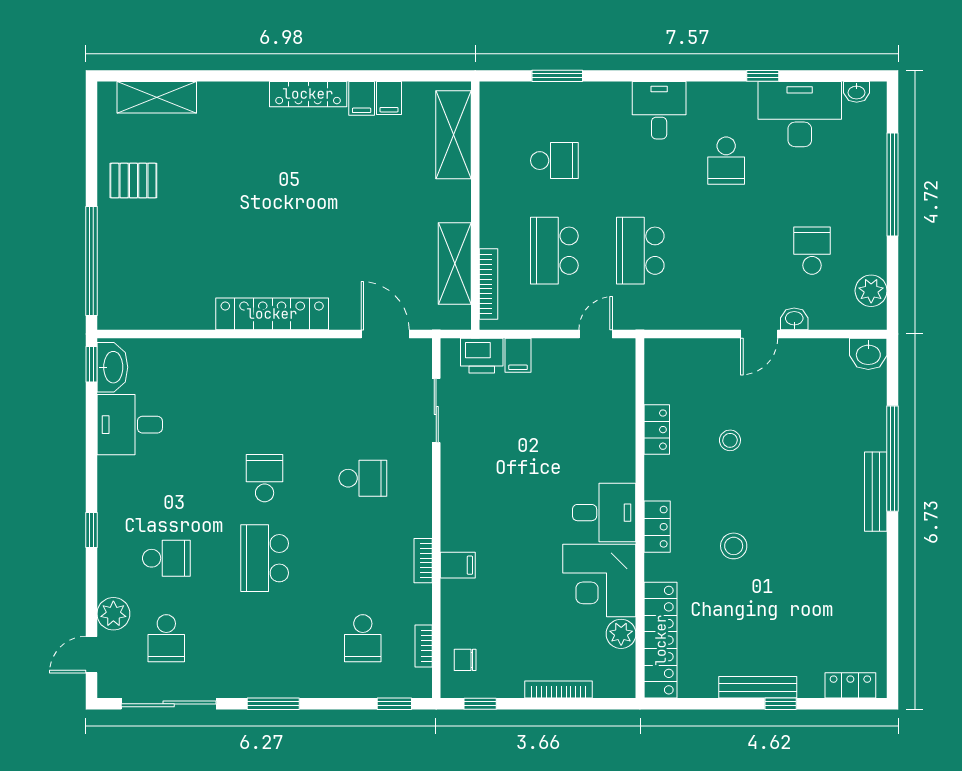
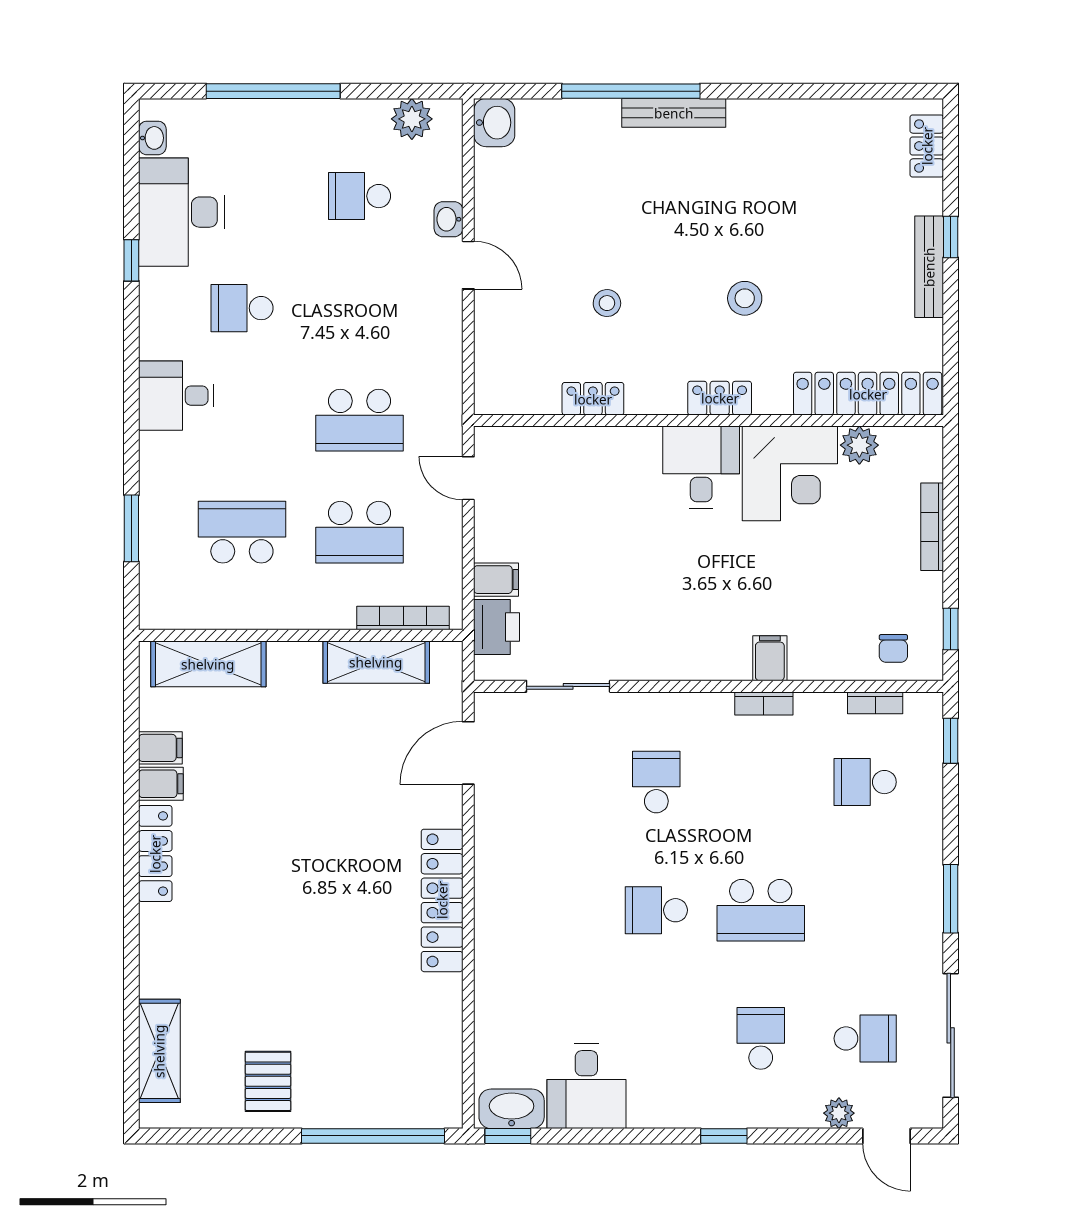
school desk: (554, 161) -> (242, 532), width x1.85
school desk: (726, 161) -> (242, 308), turned 180
plant: (113, 614) -> (839, 1113), width x0.73, depth x0.73
school desk: (363, 638) -> (865, 782), turned 180

